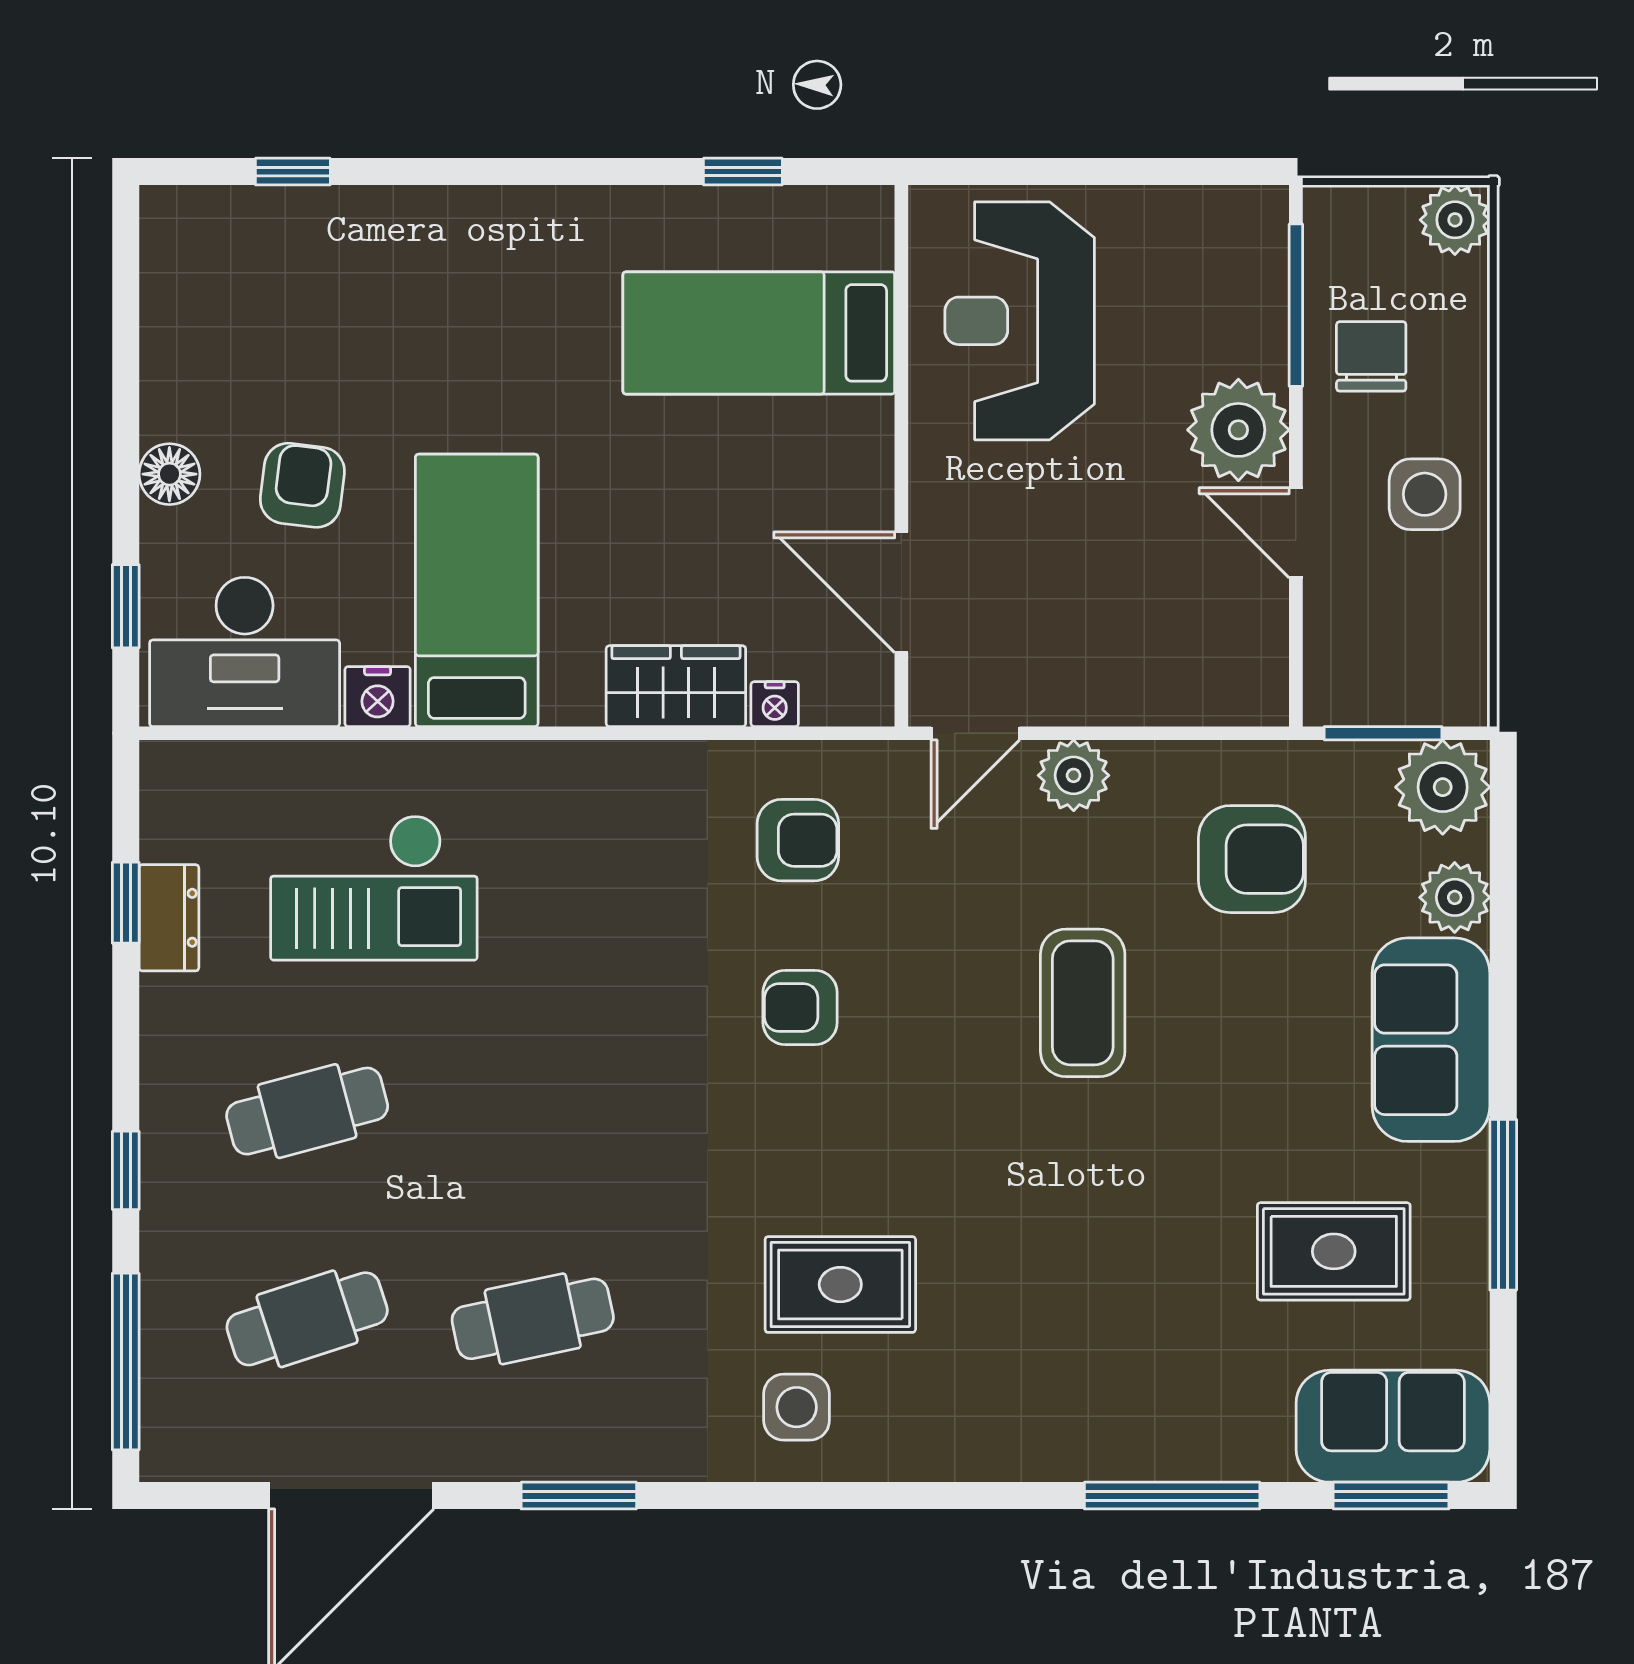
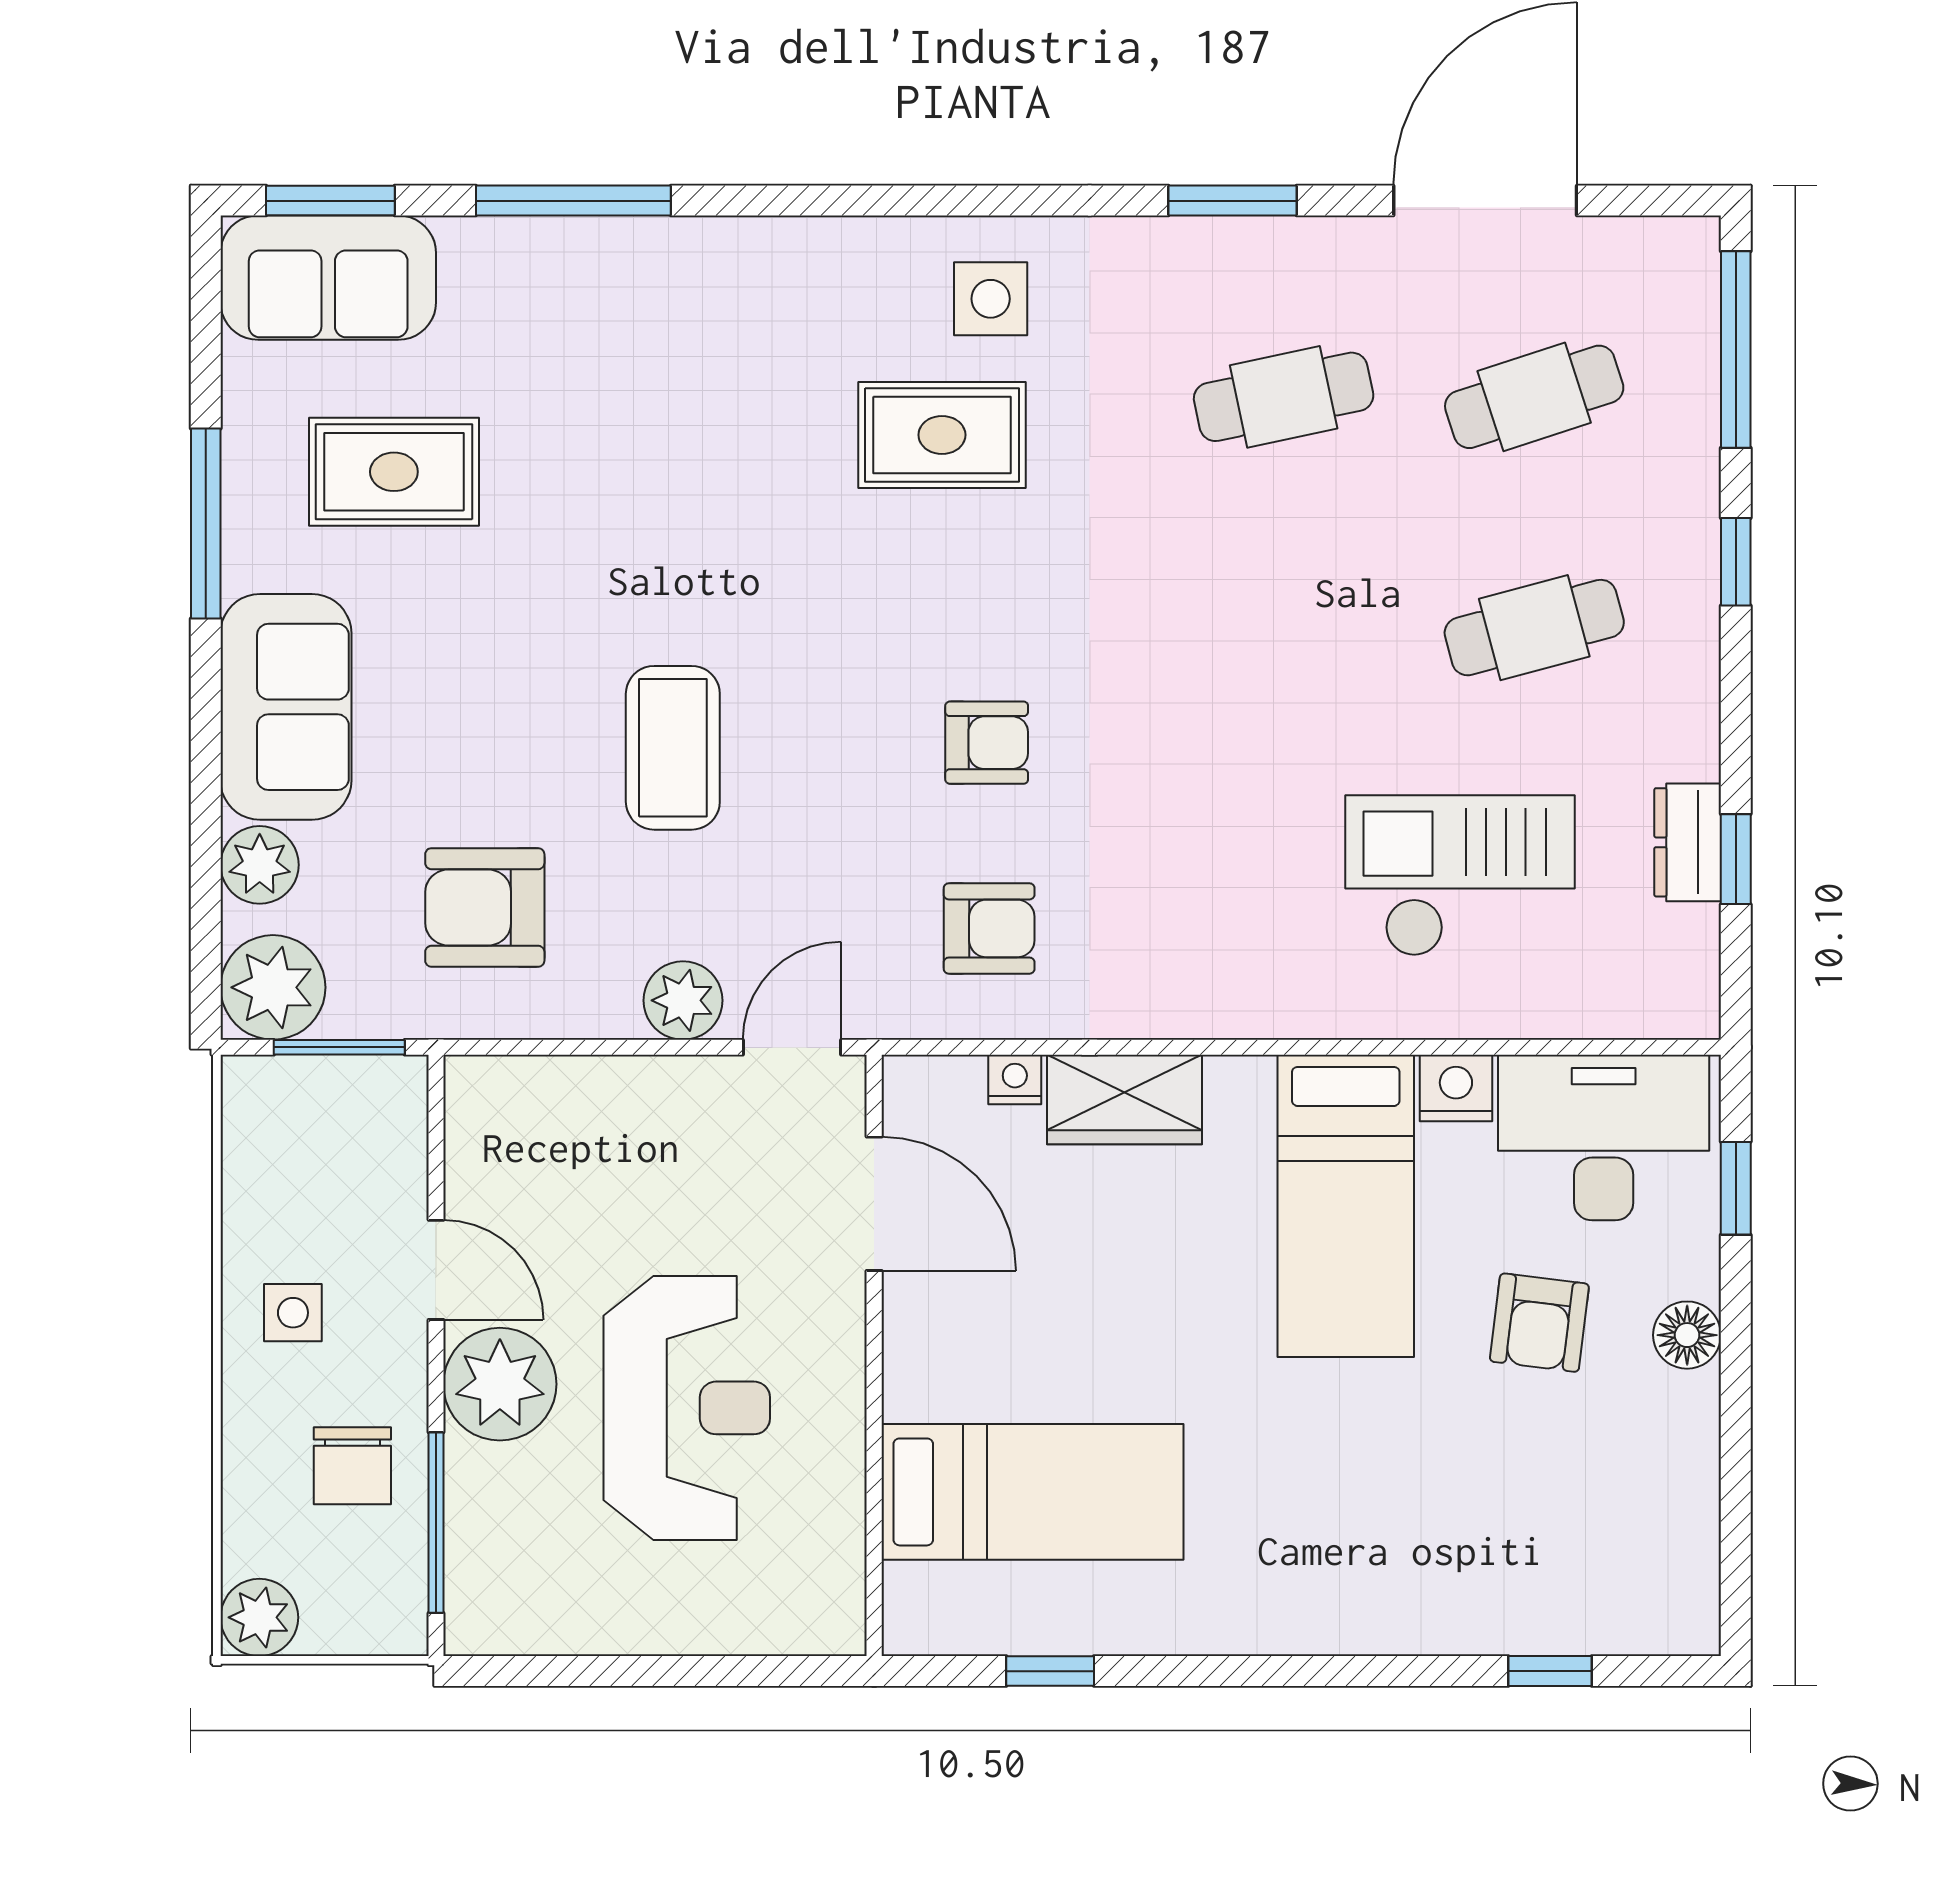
reception desk: (1020, 321) -> (687, 1408), moved
side table: (1425, 494) -> (293, 1313), width x0.73, depth x0.73
armchair: (798, 840) -> (989, 928), turned 180

